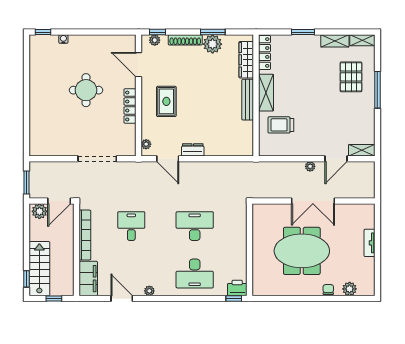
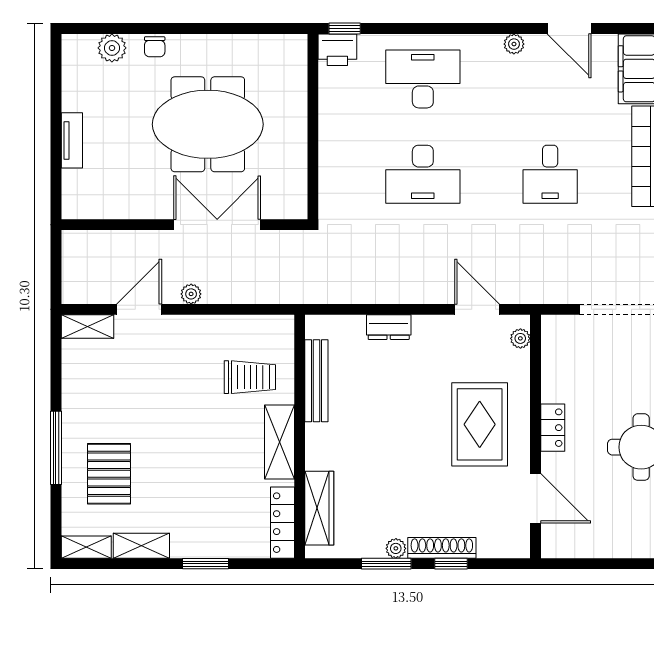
window: (157, 32) -> (451, 564), moved
plant: (155, 40) -> (503, 547), removed
plant: (213, 44) -> (396, 548), width x0.53, depth x0.53
bench: (248, 100) -> (316, 381), moved
rug: (166, 101) -> (480, 424), width x1.36, depth x1.43
locker: (130, 106) -> (553, 428), width x0.66
dresser: (193, 150) -> (389, 327), moved
double door: (313, 201) -> (217, 225), moved

